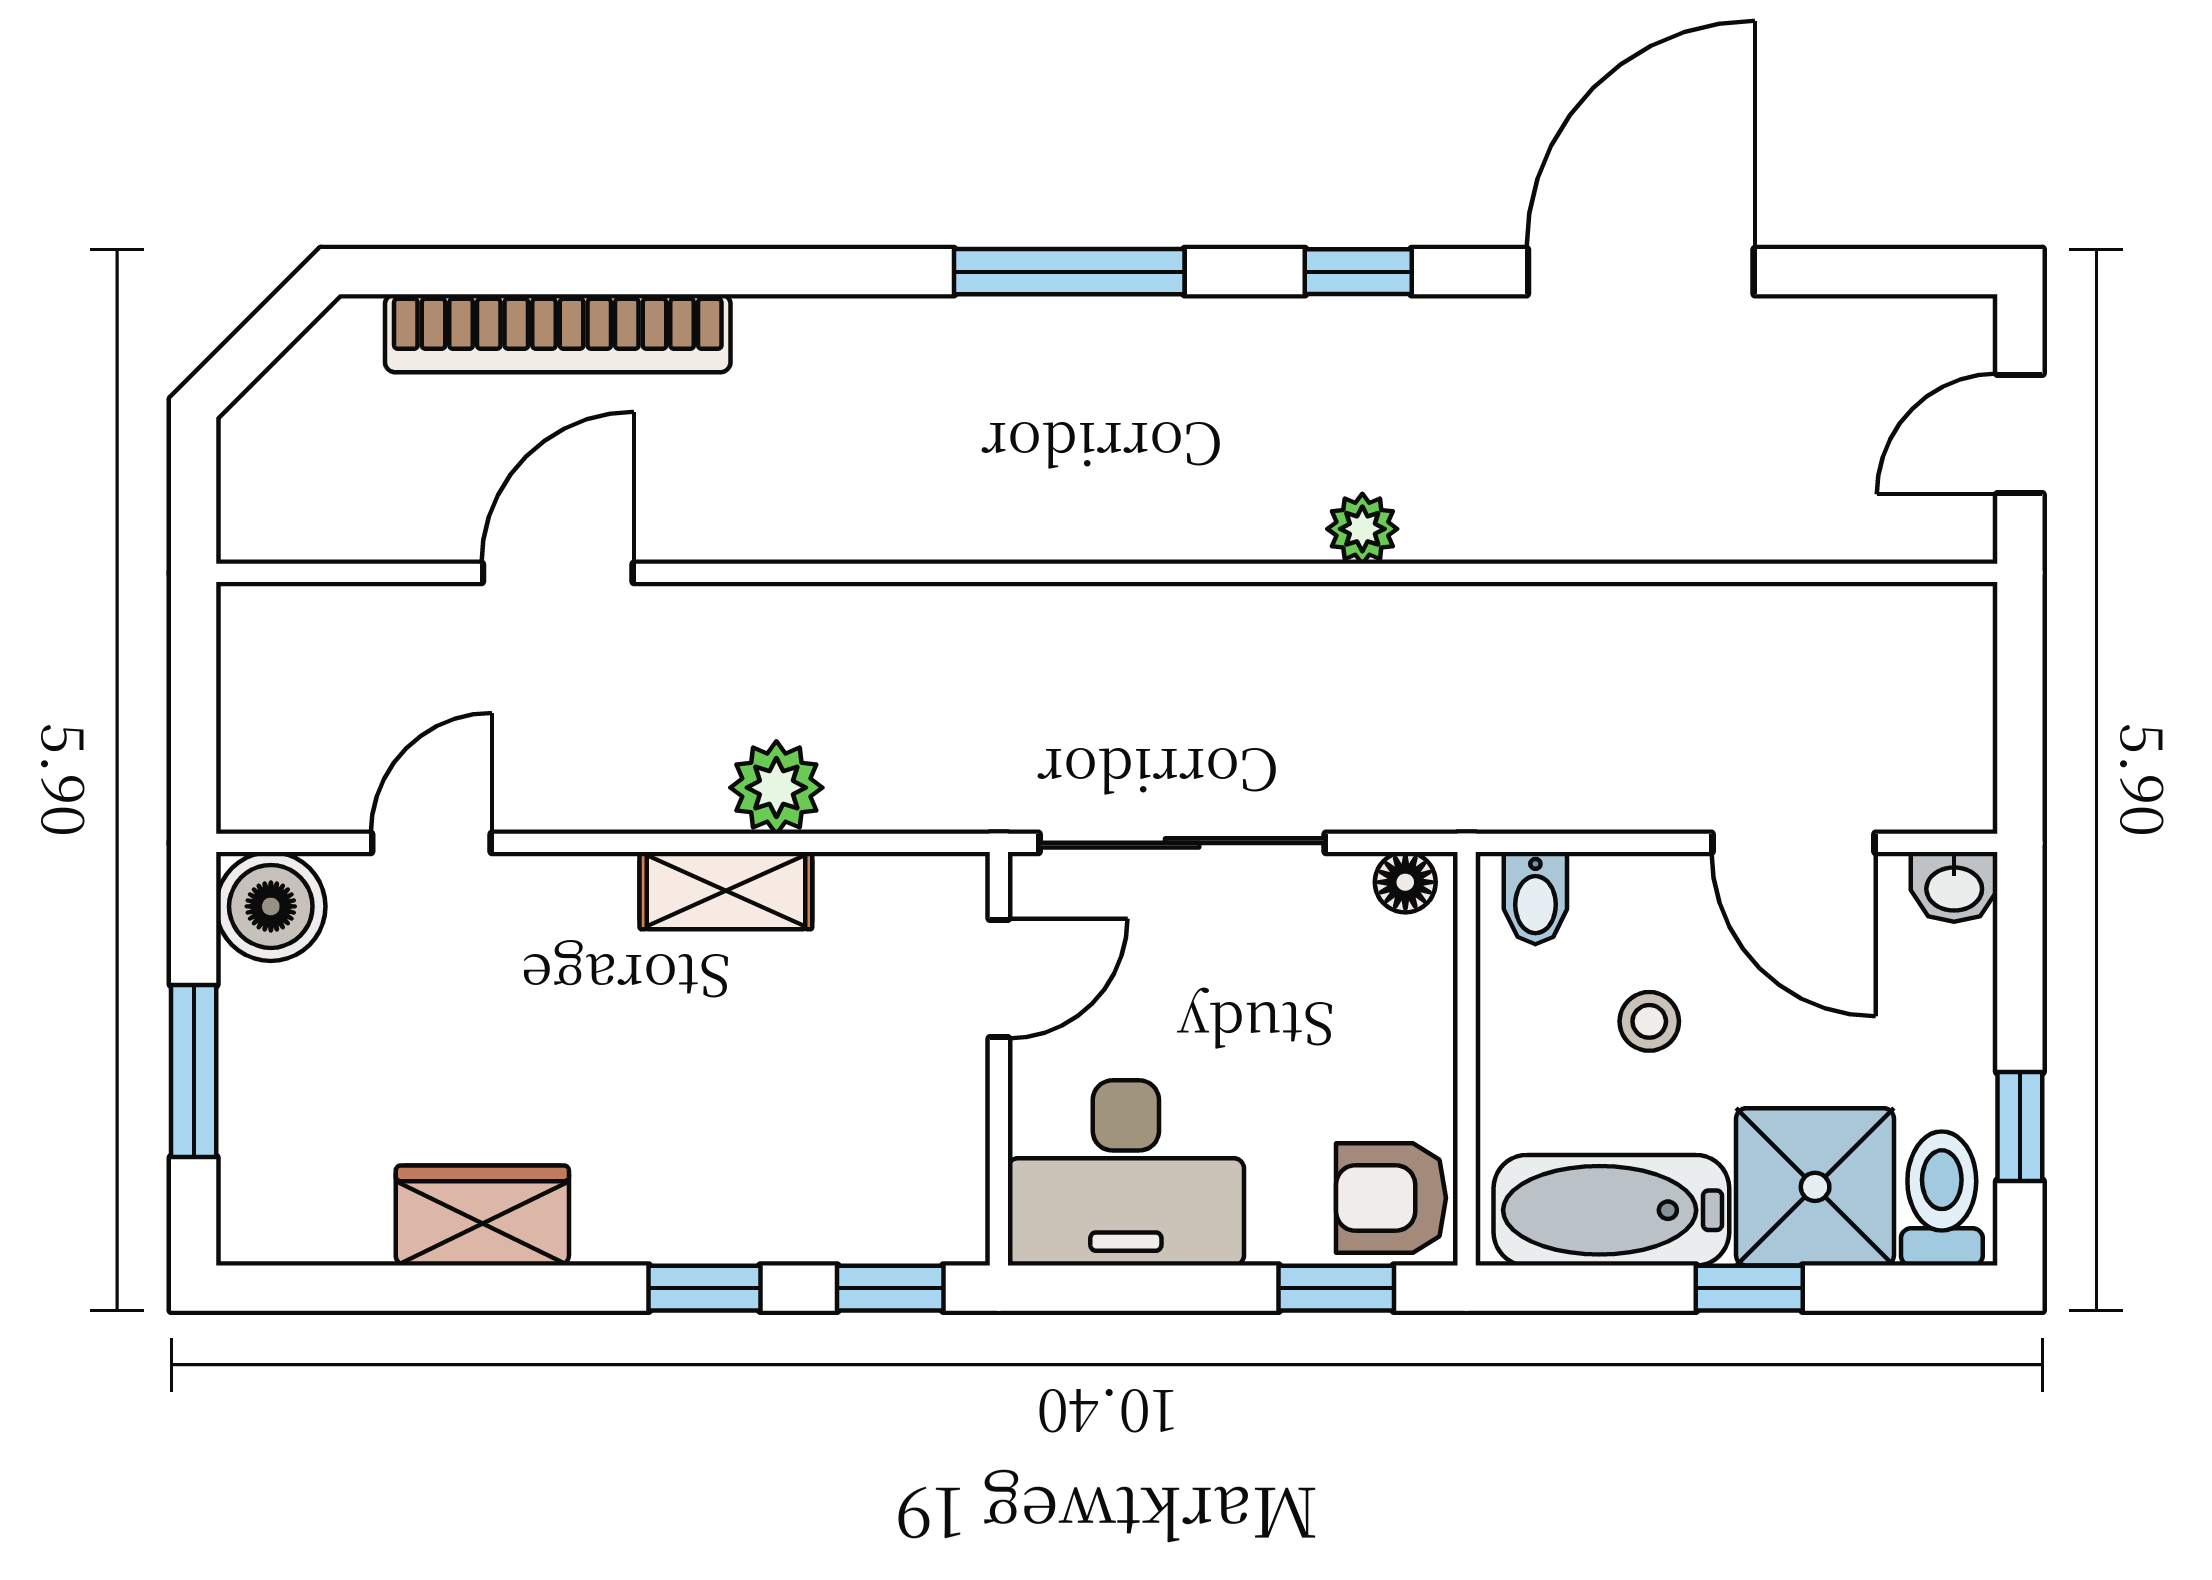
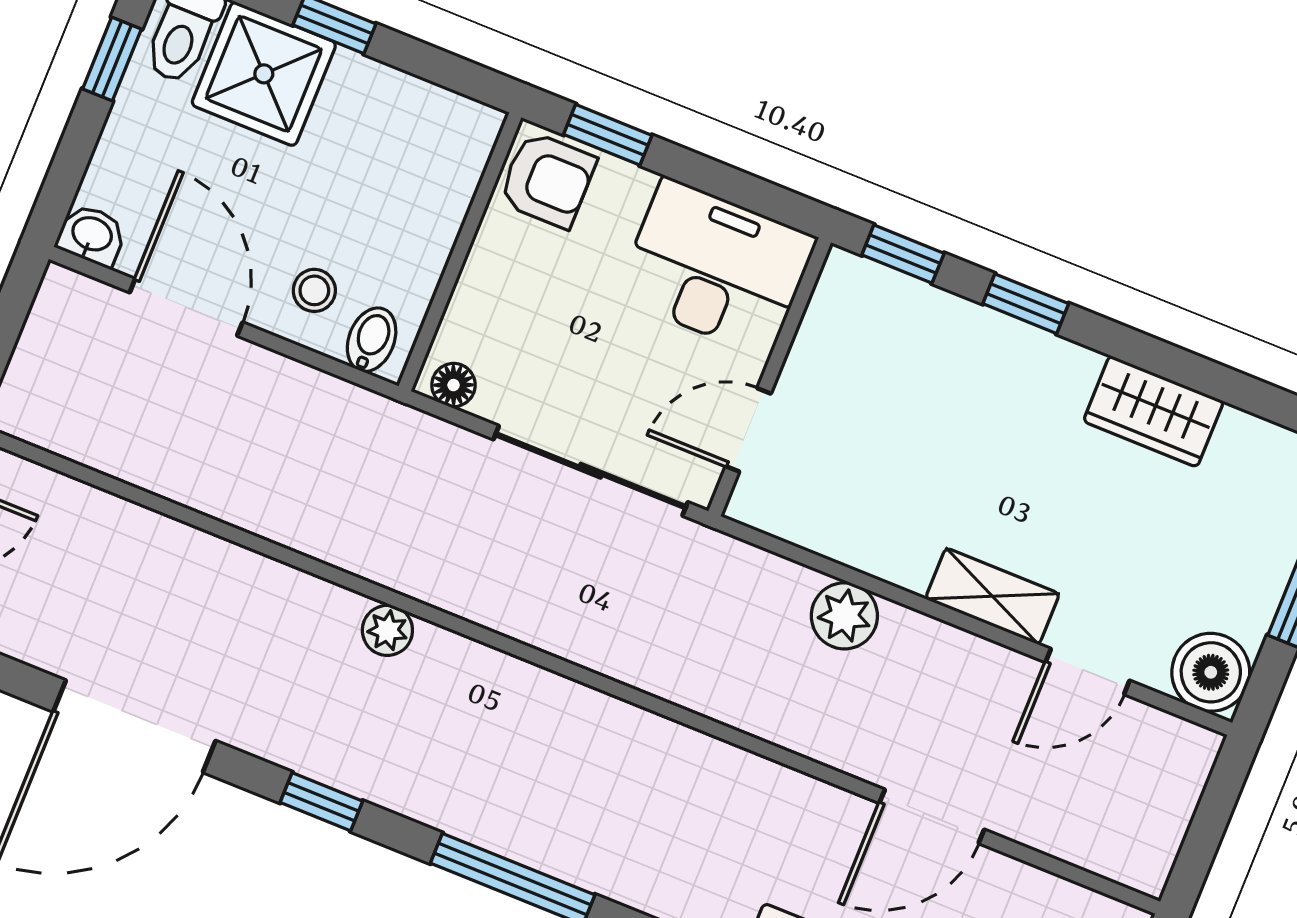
shelving: (726, 891) -> (992, 596), moved
stool: (1649, 1021) -> (314, 290), moved
bathtub: (1611, 1210) -> (405, 113), removed

